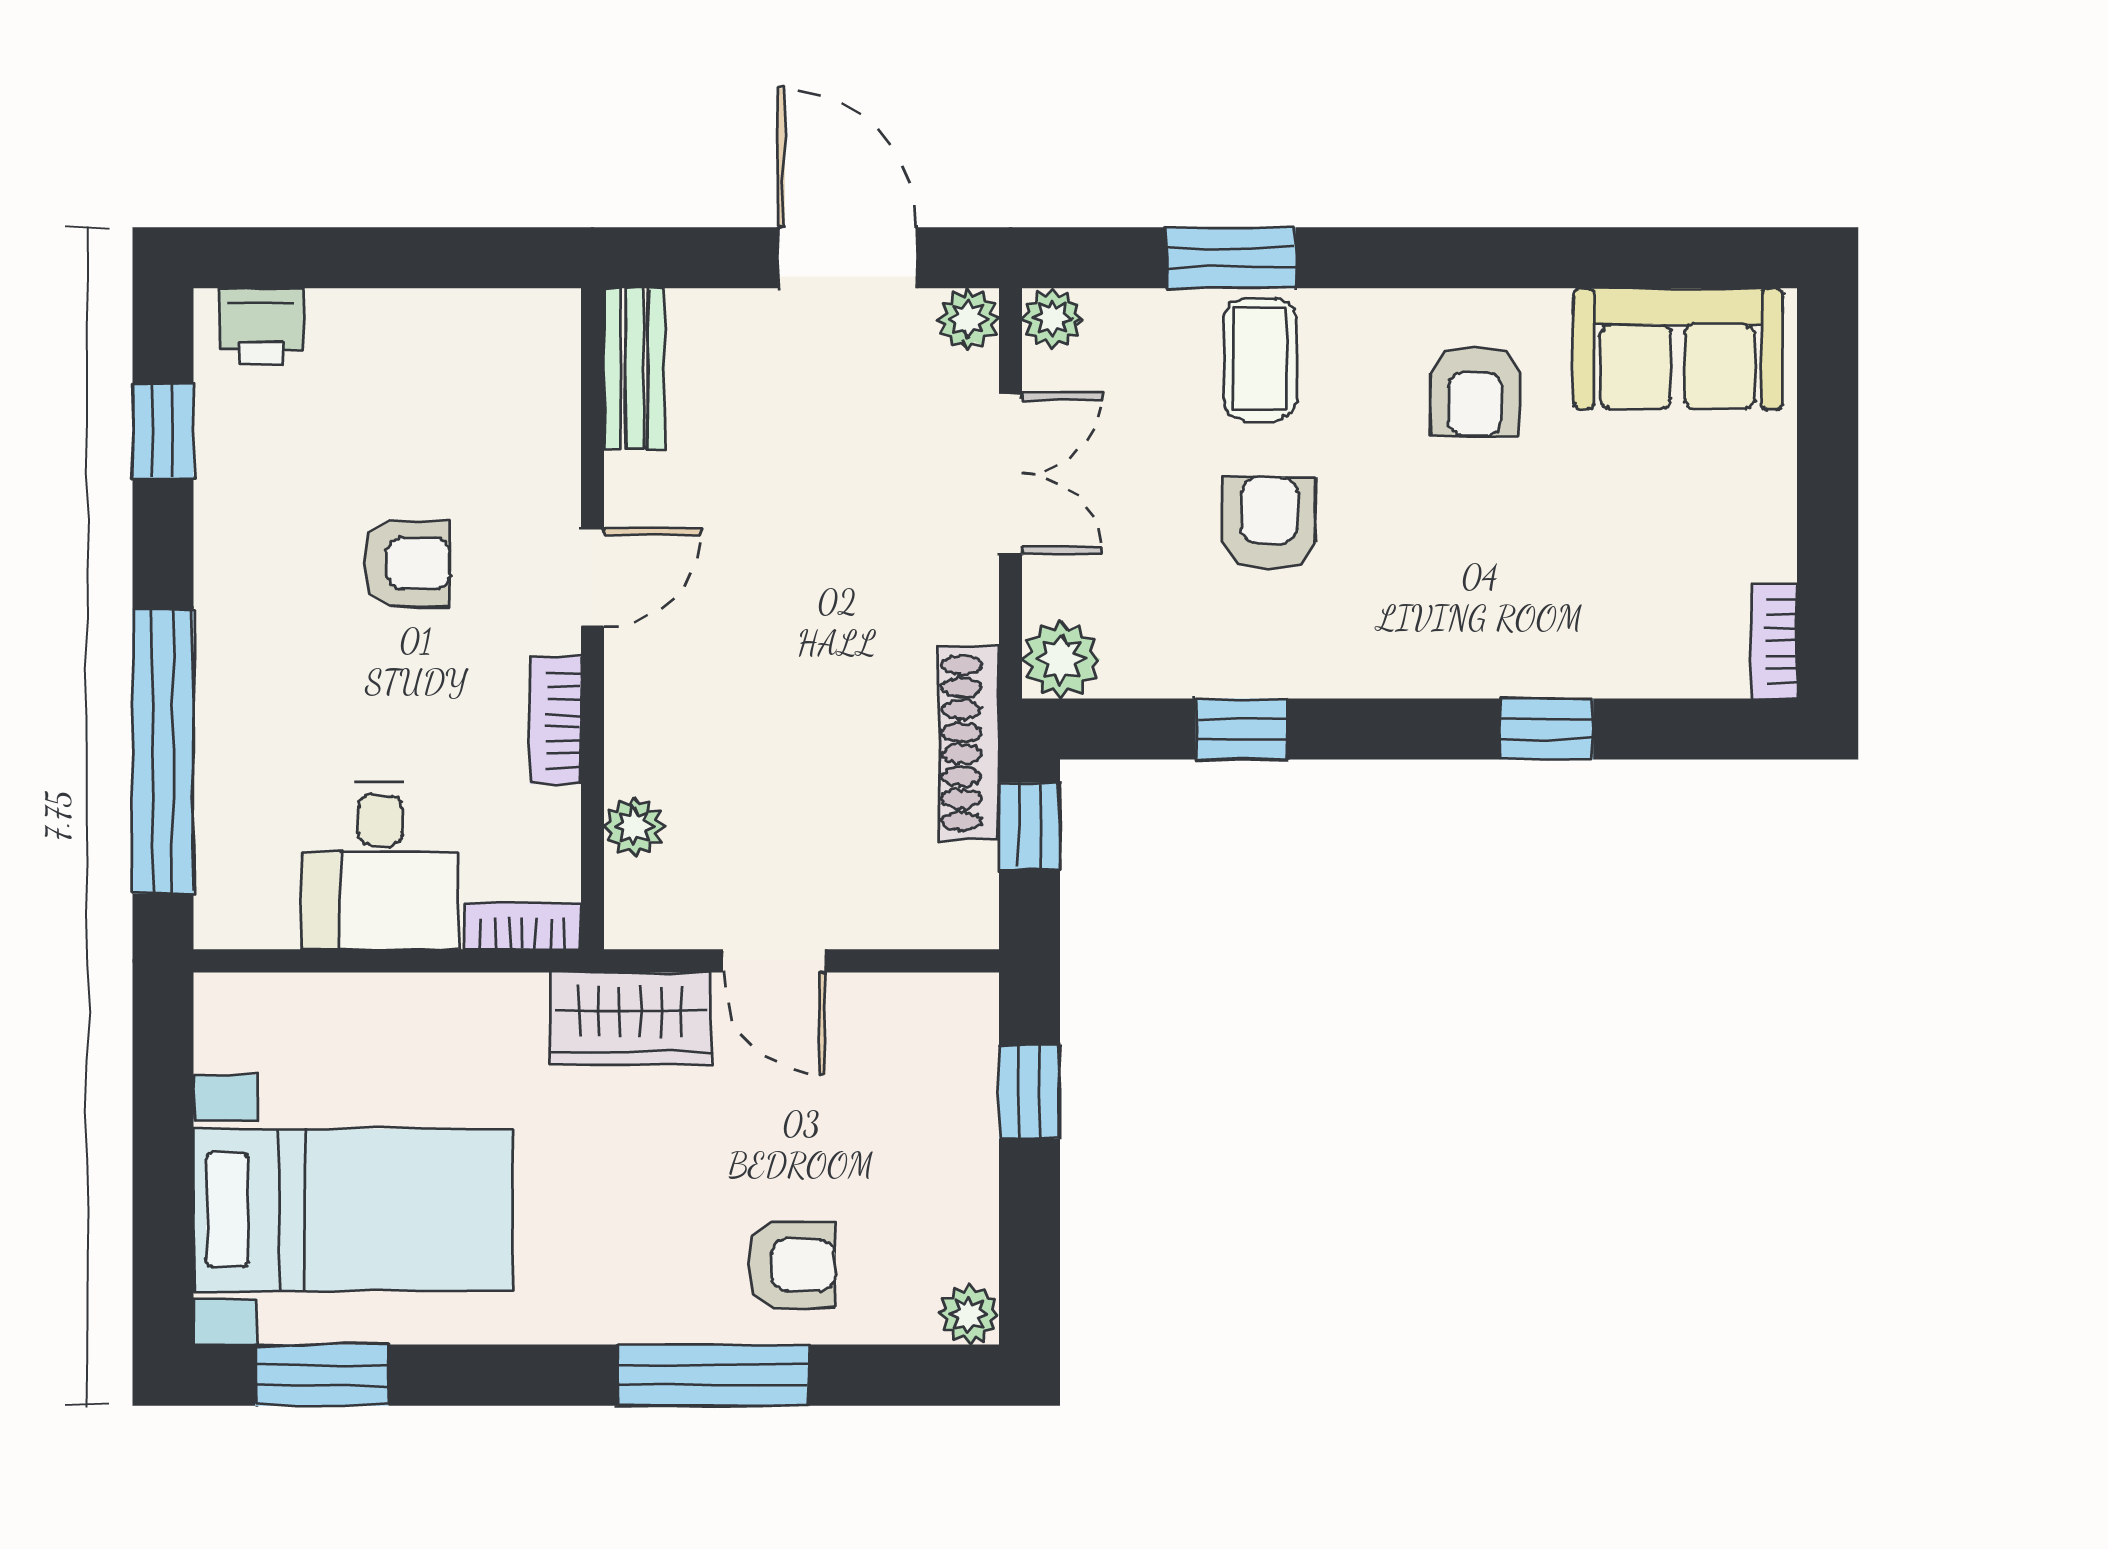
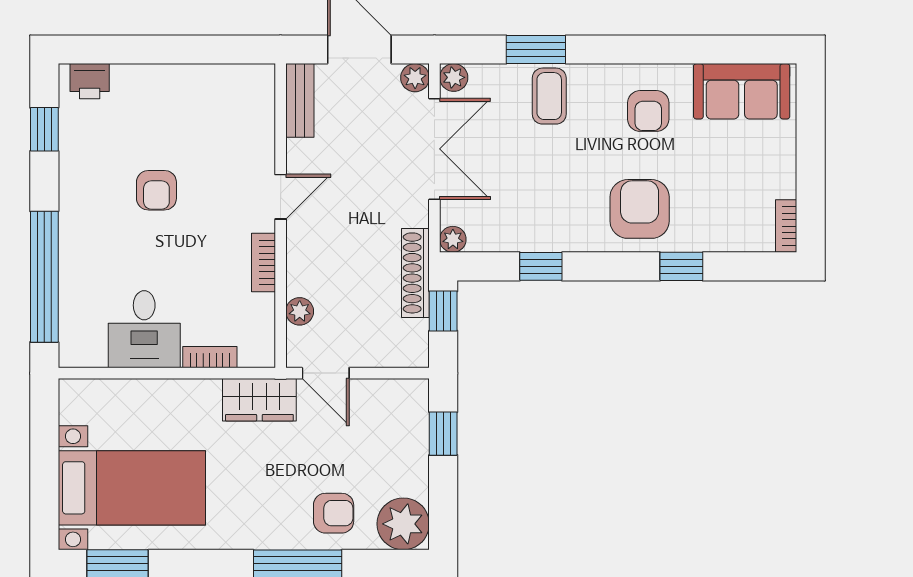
bench: (635, 368) -> (300, 100), moved
double door: (1010, 474) -> (434, 149), width x1.37
armchair: (1269, 523) -> (640, 209), moved, width x1.38, depth x1.38
armchair: (407, 563) -> (156, 190), turned 90
door: (592, 577) -> (281, 197), moved
wall: (592, 619) -> (281, 216), moved
plant: (1061, 659) -> (453, 239), width x0.73, depth x0.73
bookcase: (556, 720) -> (264, 262), moved
plant: (634, 827) -> (300, 311), moved
plant: (969, 1315) -> (403, 524), width x1.87, depth x1.87

